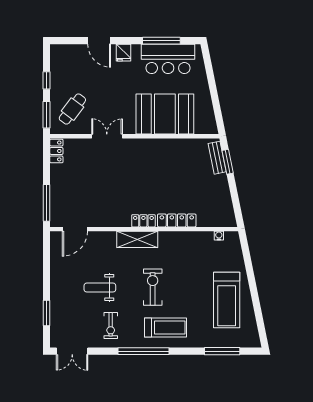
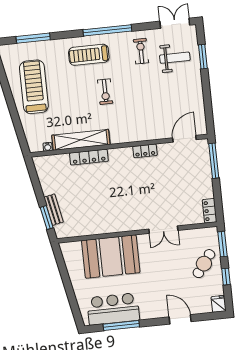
fridge: (124, 53) -> (219, 304), moved
cafe table: (72, 109) -> (204, 264), moved
bench: (217, 158) -> (54, 210), moved
locker: (143, 221) -> (145, 151), moved
shelving: (137, 239) -> (81, 140), moved, width x1.47
exercise bike: (153, 287) -> (105, 92), width x0.73, depth x0.72
weight bench: (100, 288) -> (175, 58), moved

